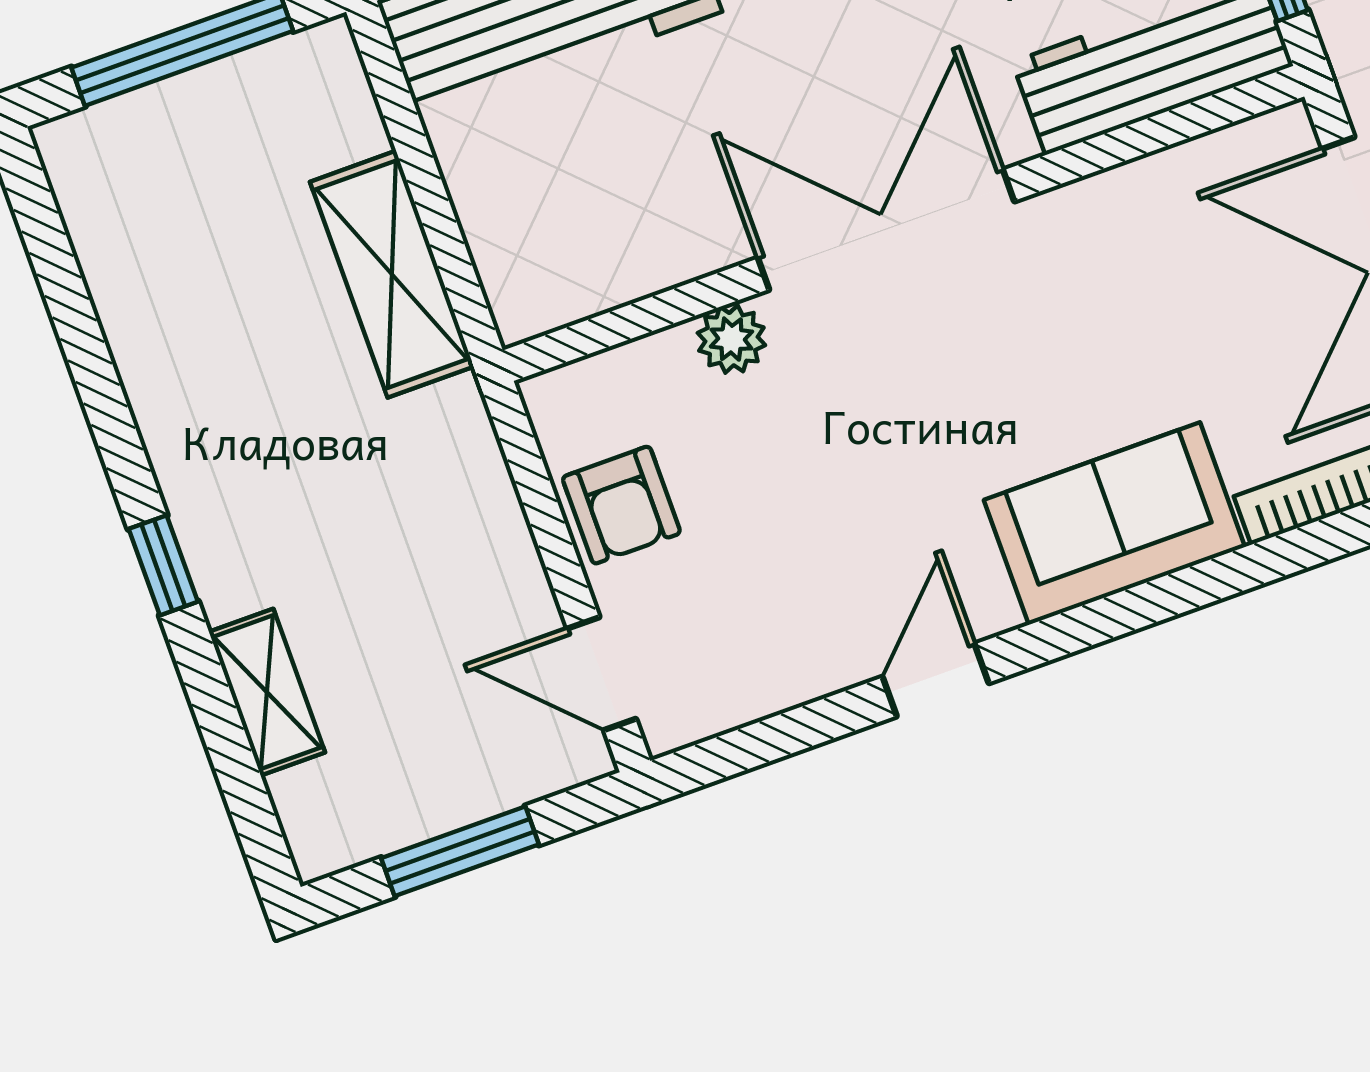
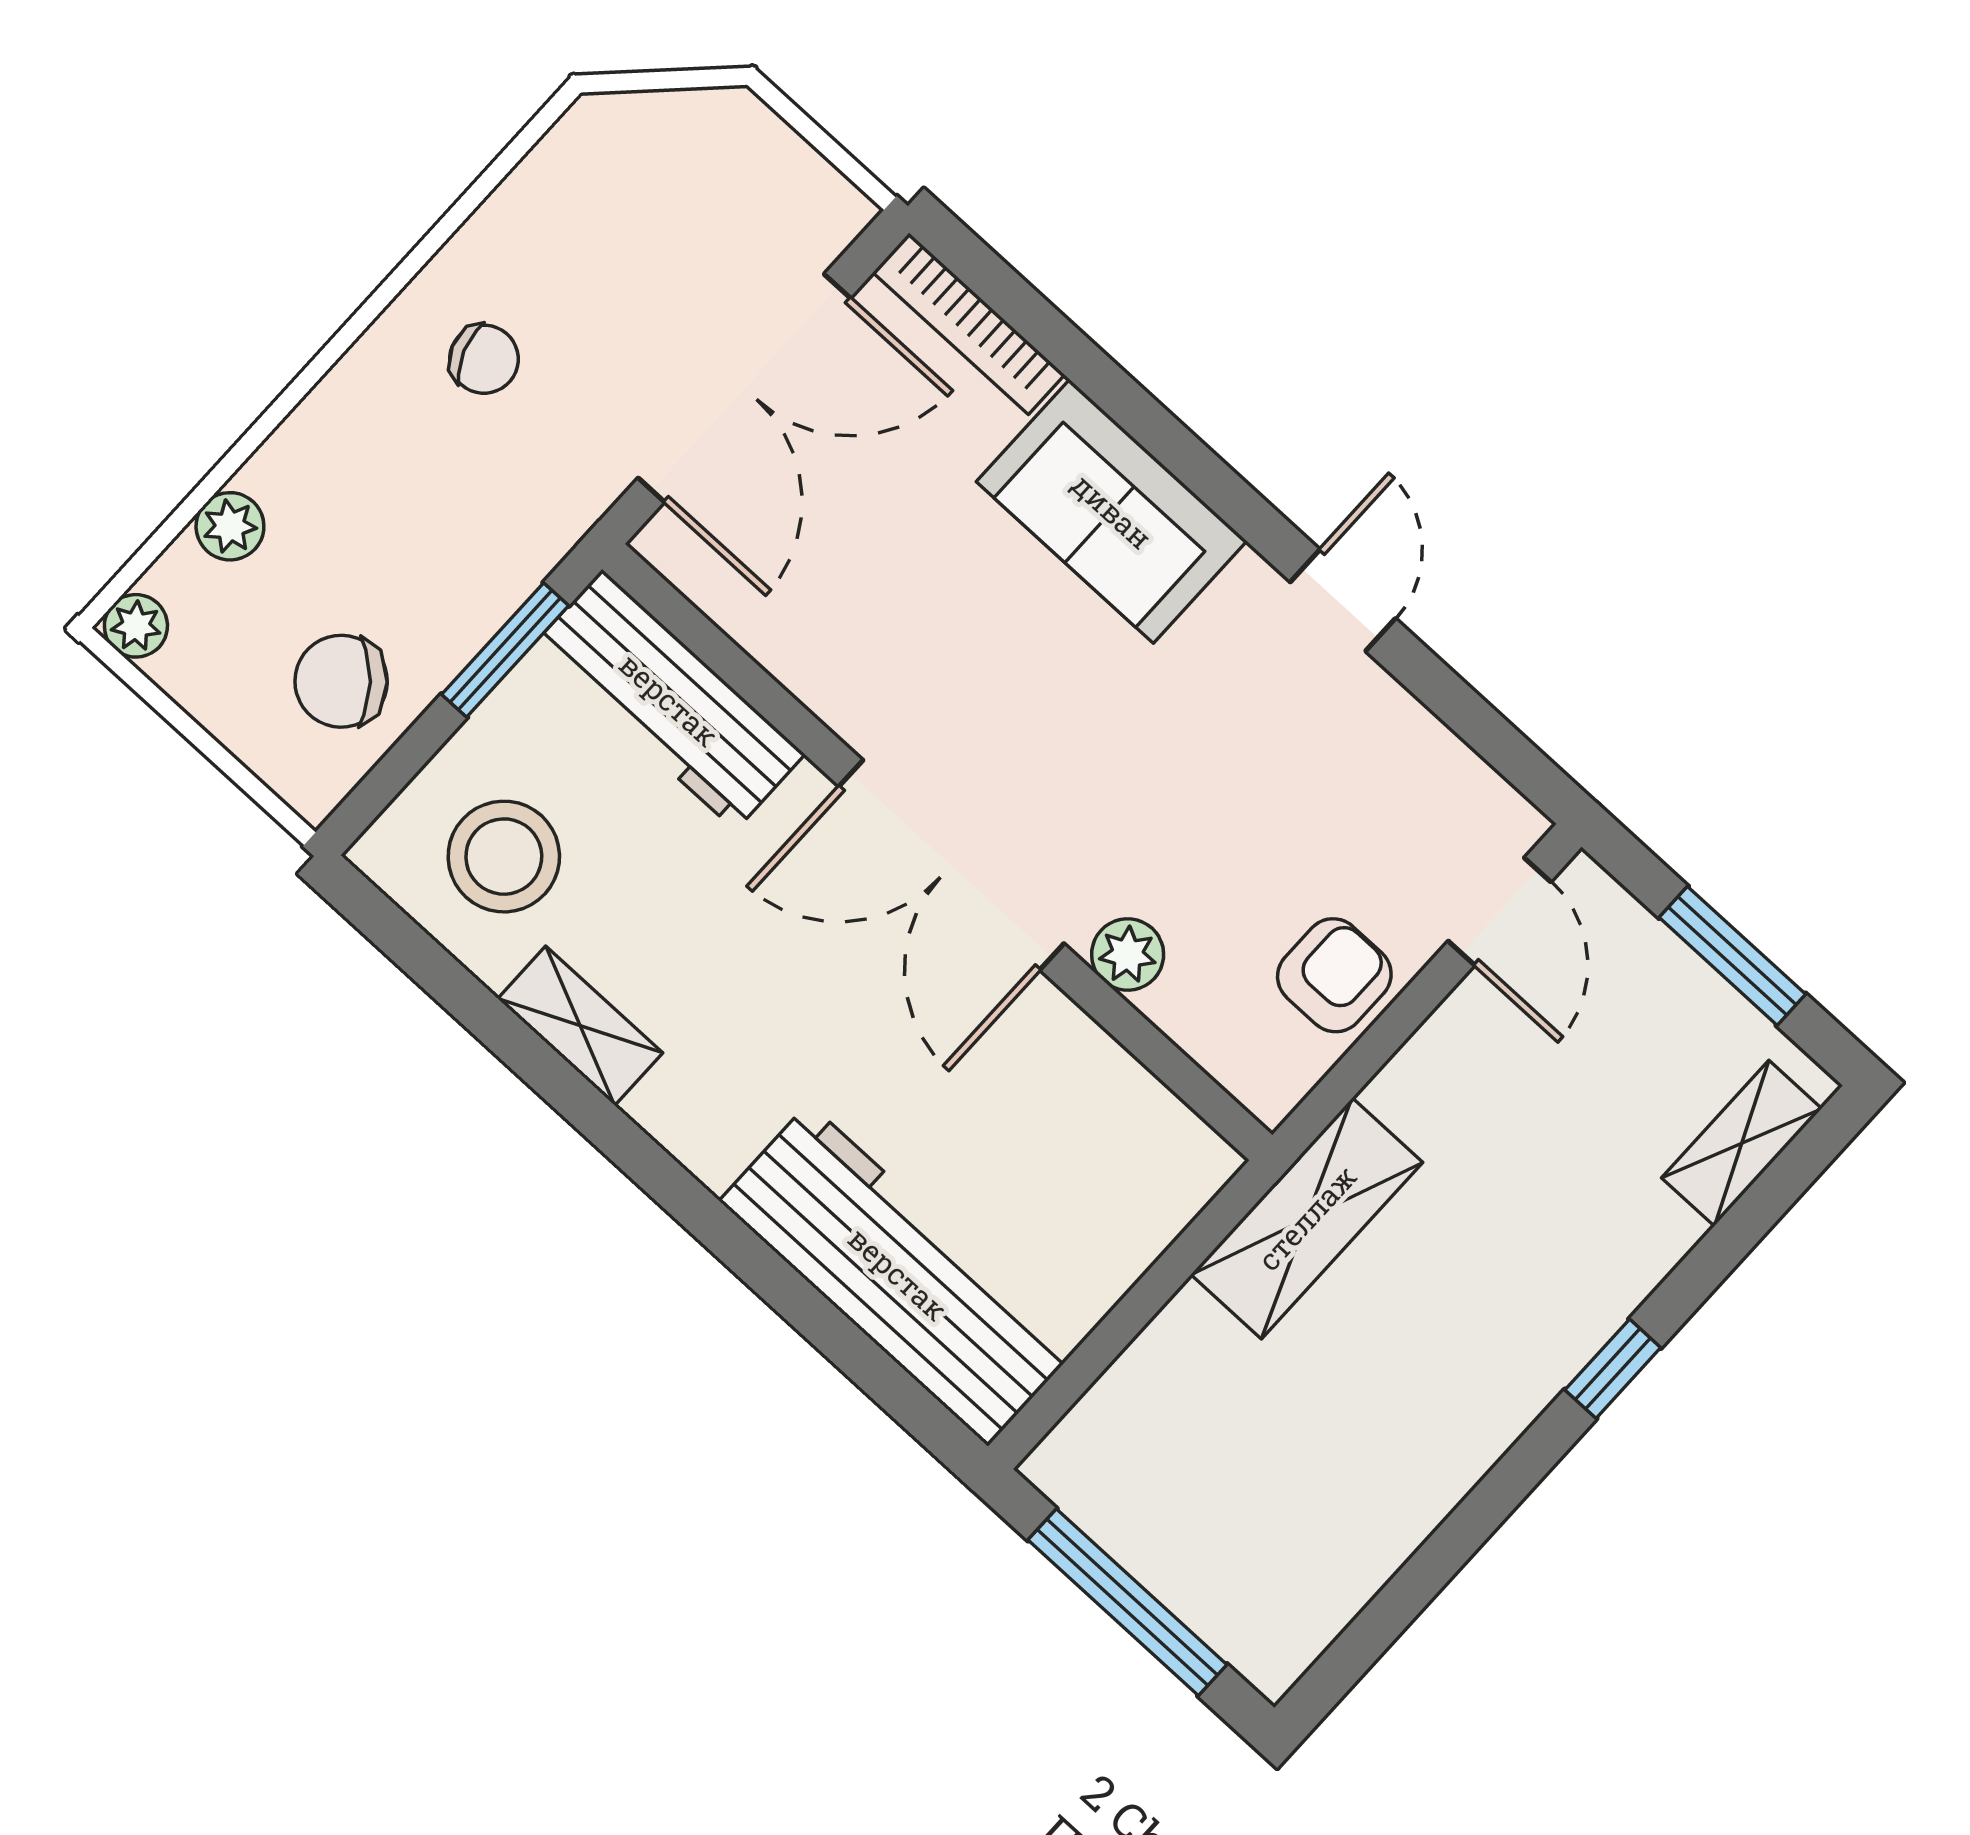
shelving: (392, 274) -> (1307, 1218), moved
door: (936, 680) -> (1343, 600), swing flipped
shelving: (267, 692) -> (1742, 1143), moved

